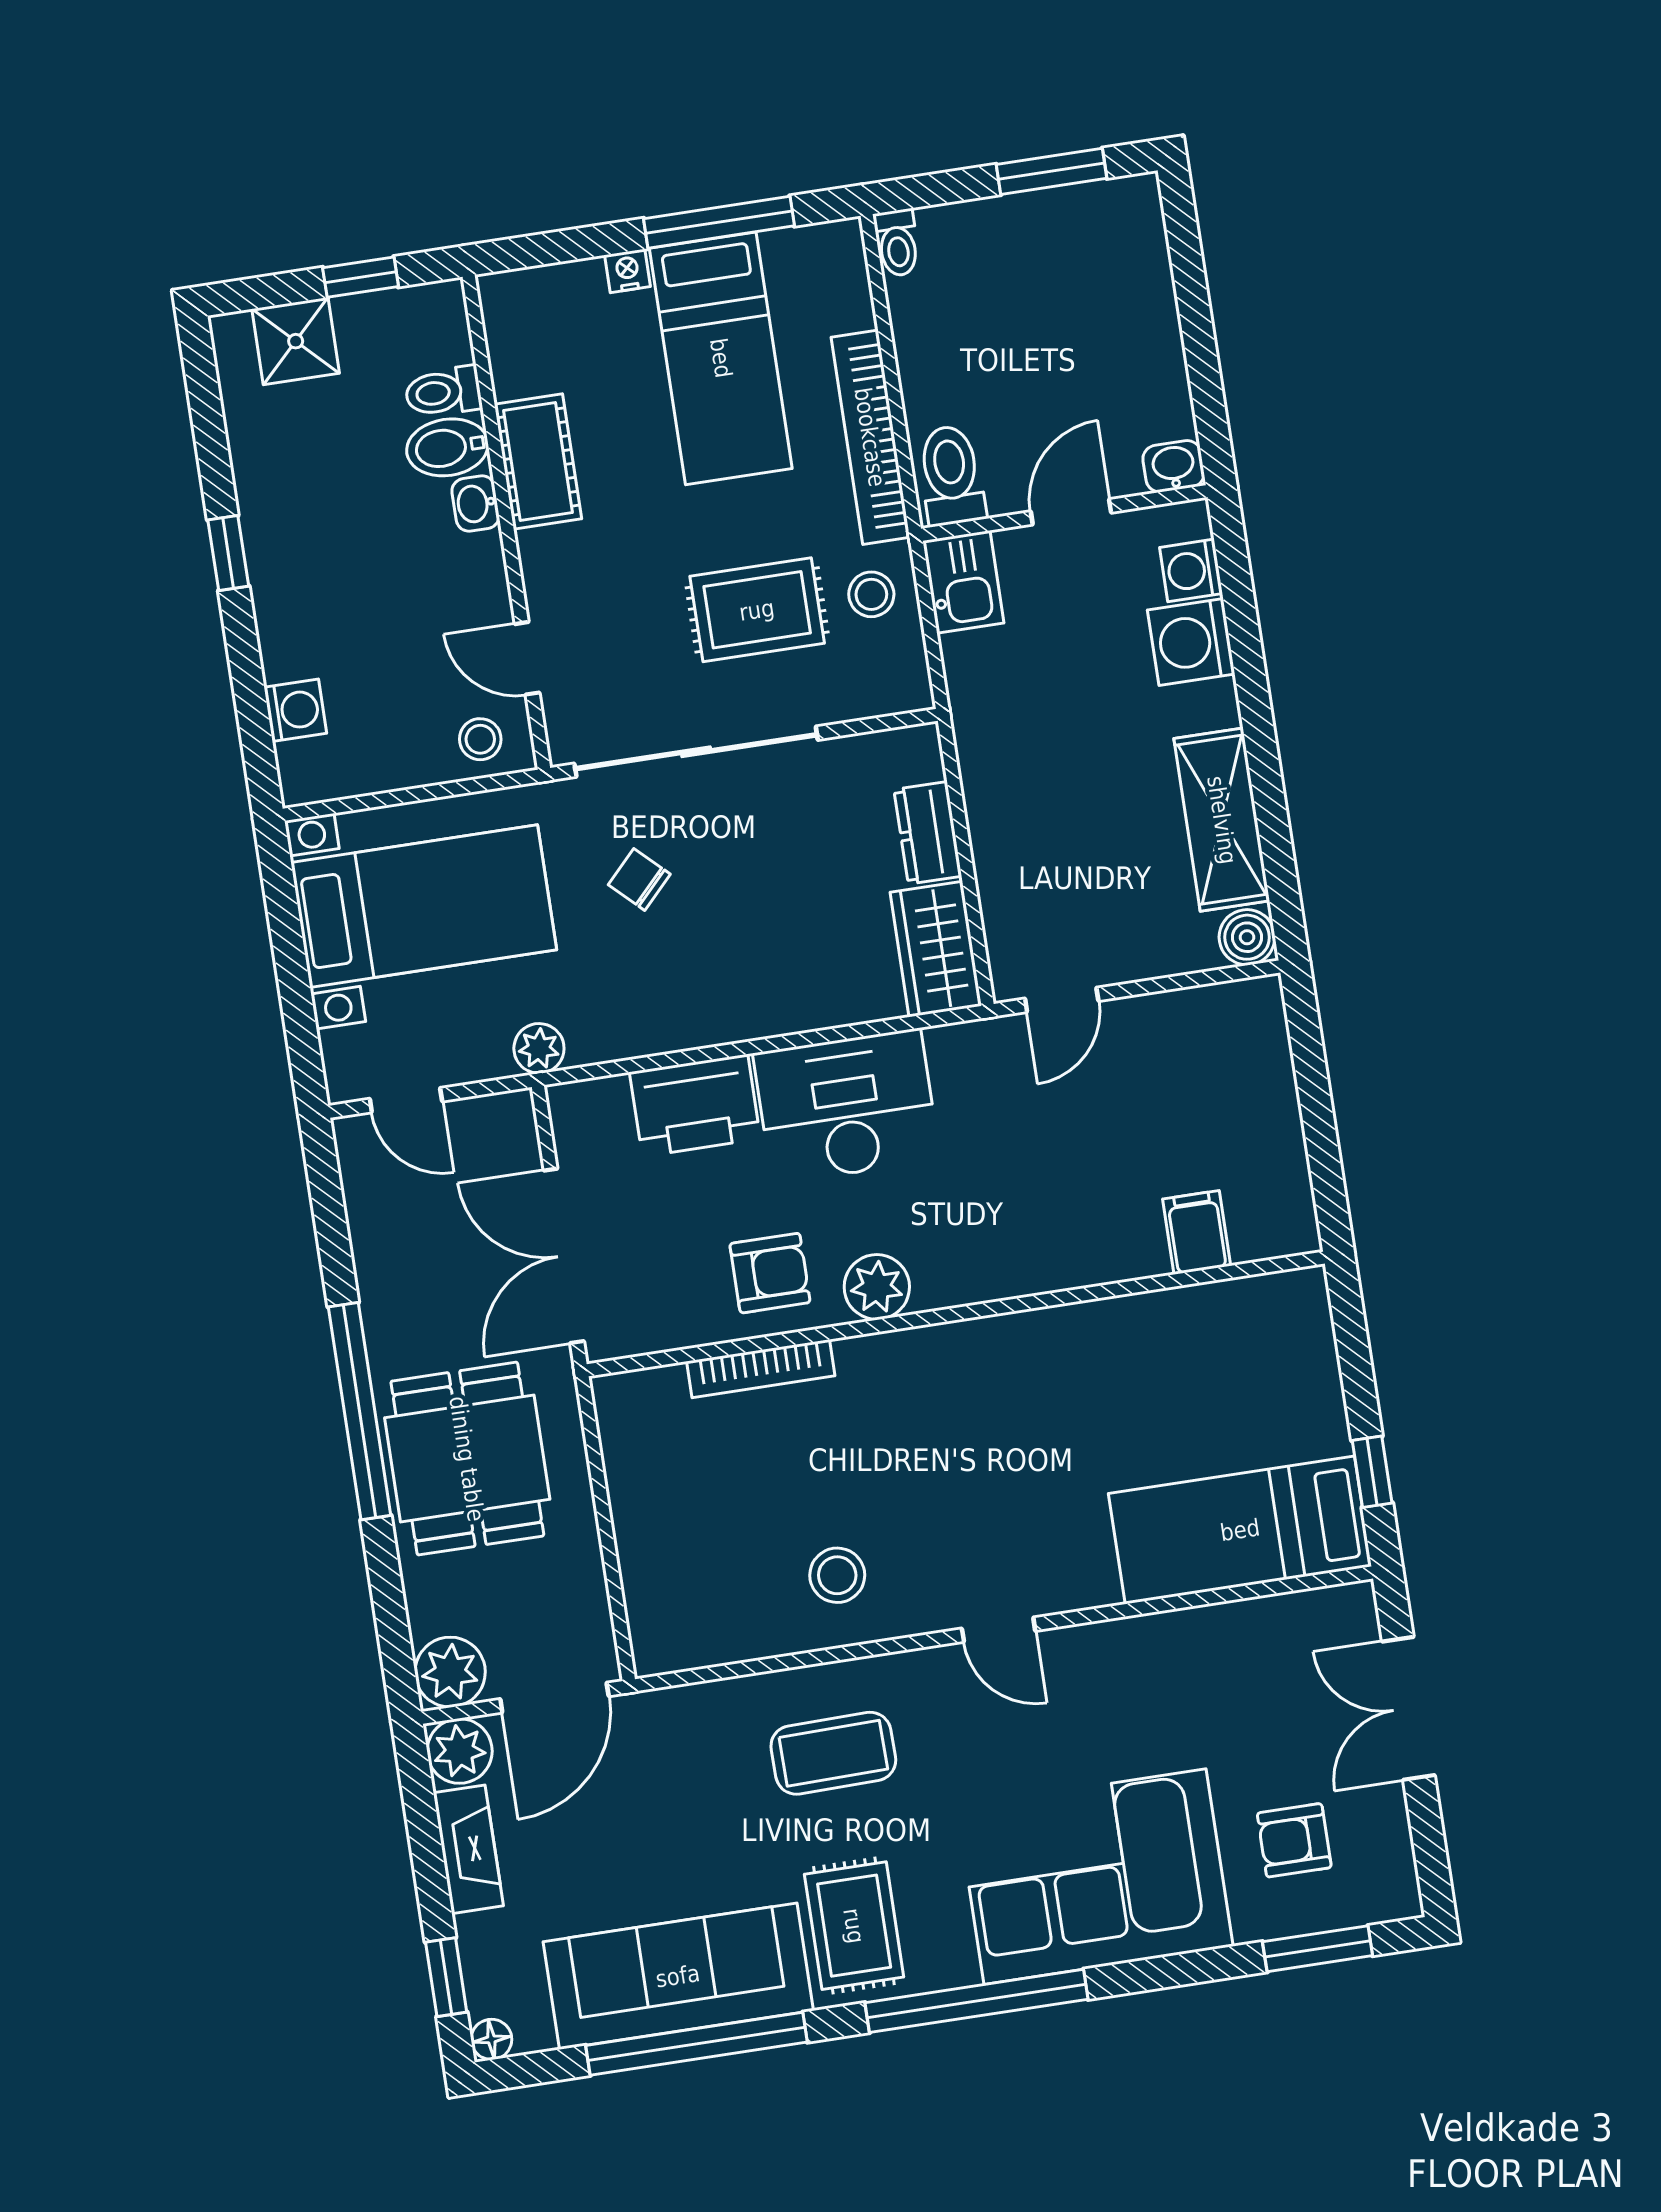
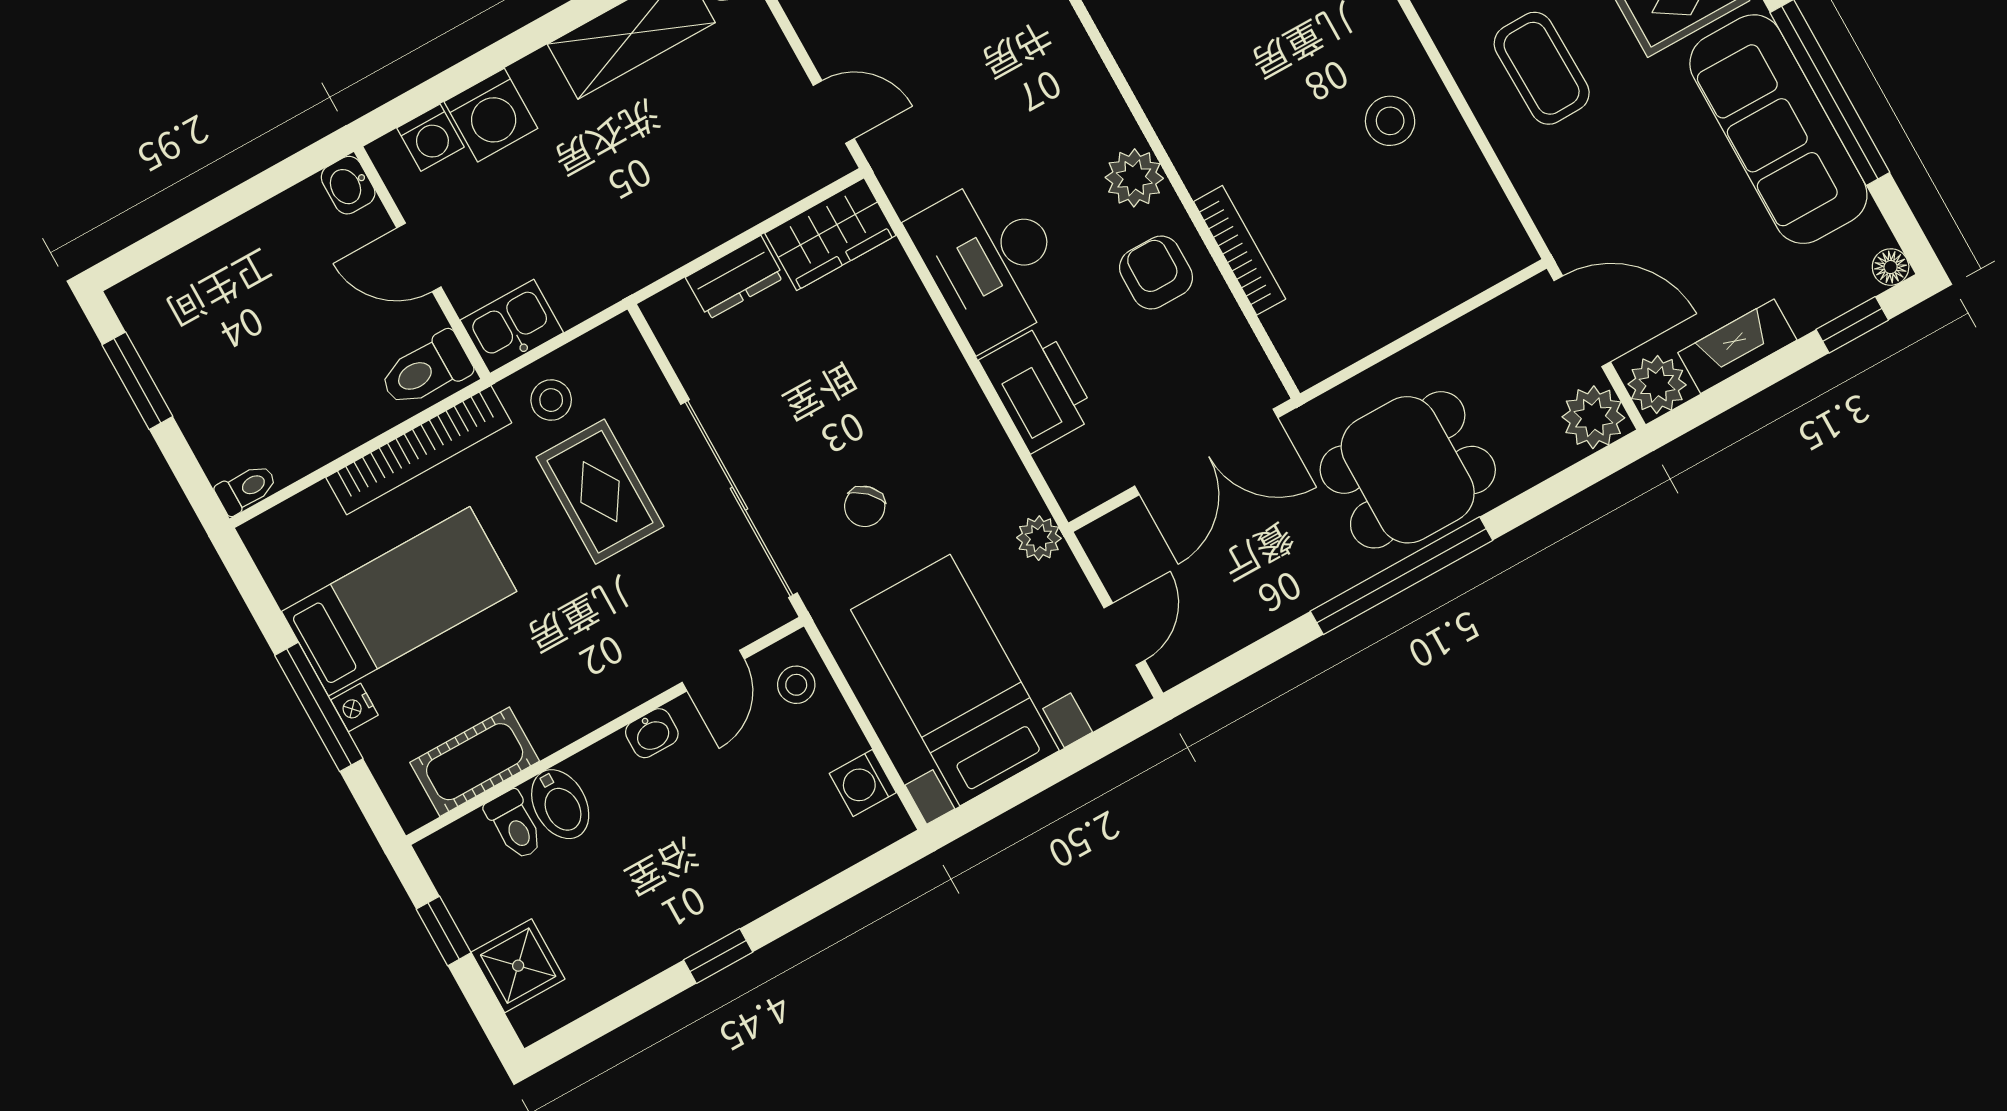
window: (719, 222) -> (319, 707), moved
cot: (538, 461) -> (475, 762), moved
washbasin: (476, 504) -> (652, 733), moved
washing machine: (295, 710) -> (863, 783), moved, turned -90

